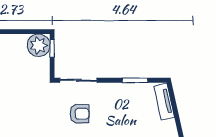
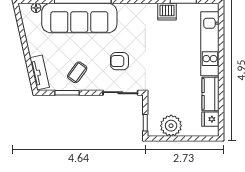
plant: (39, 45) -> (171, 126), moved
coffee table: (124, 102) -> (77, 72), added

